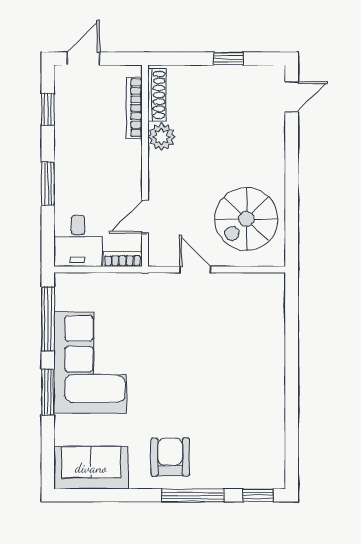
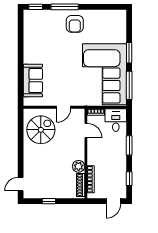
door: (145, 217) -> (86, 131), hinge flipped
door: (195, 270) -> (64, 107), hinge flipped
corner sofa: (90, 362) -> (105, 74), width x1.36, depth x1.36
sofa: (91, 468) -> (33, 81), moved, turned -90

